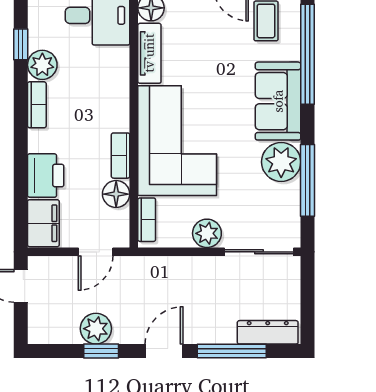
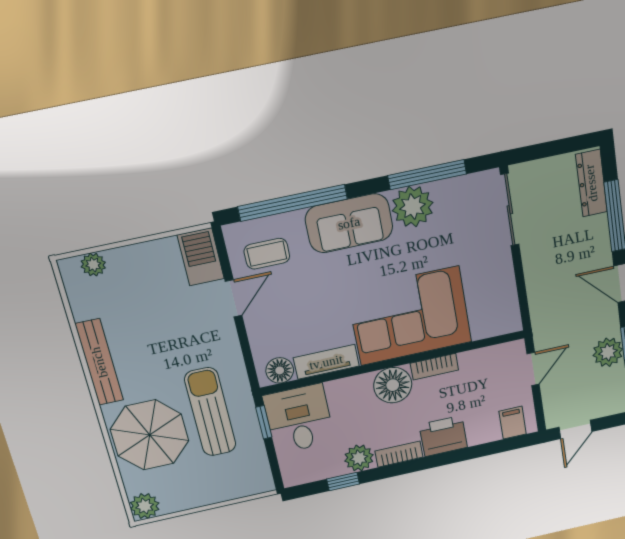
printer: (46, 176) -> (443, 436), moved
floor lamp: (116, 194) -> (393, 385), moved, width x1.38, depth x1.38
bookcase: (147, 220) -> (494, 328), removed
filing cabinet: (43, 223) -> (513, 423), width x0.50
plant: (207, 233) -> (499, 266), removed
door: (96, 252) -> (533, 369), hinge flipped

